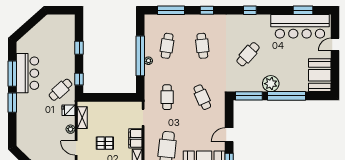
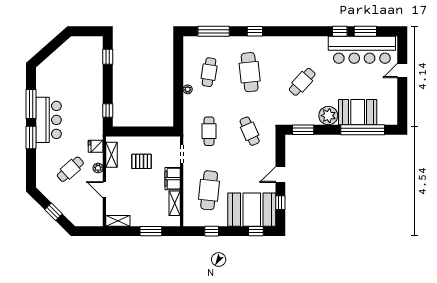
window: (250, 10) -> (340, 31), moved
cafe table: (202, 46) -> (250, 72), width x1.37, depth x1.35
window: (79, 48) -> (108, 57), moved
window: (140, 56) -> (178, 84), removed
bar counter: (27, 73) -> (49, 120), moved
booth: (320, 75) -> (358, 112), moved, turned 90
cafe table: (61, 90) -> (70, 169), moved
window: (249, 96) -> (303, 130), width x0.69
window: (286, 96) -> (363, 130), moved
pallet: (105, 143) -> (142, 161), moved

